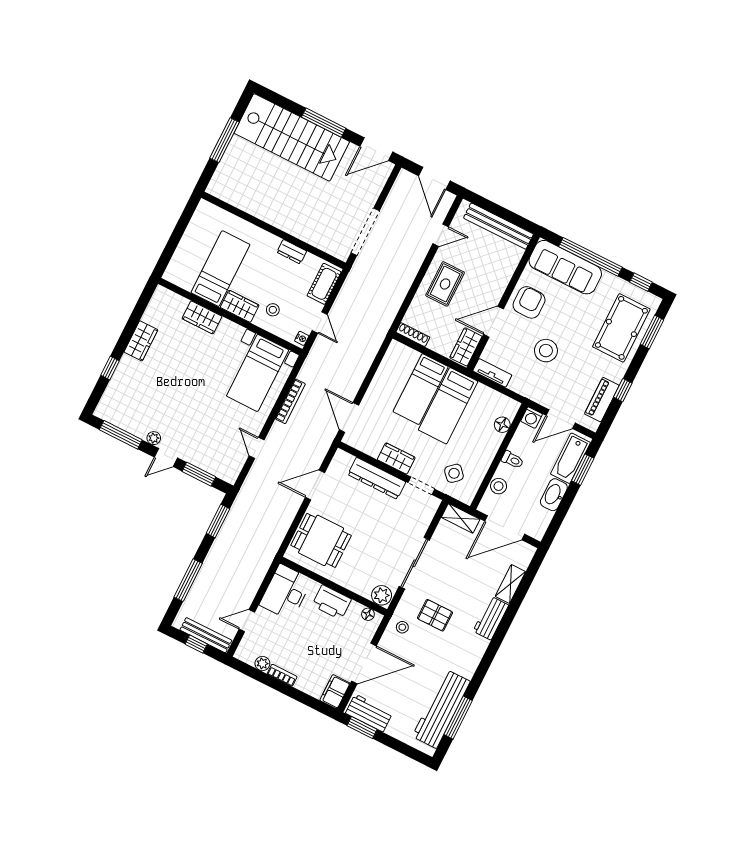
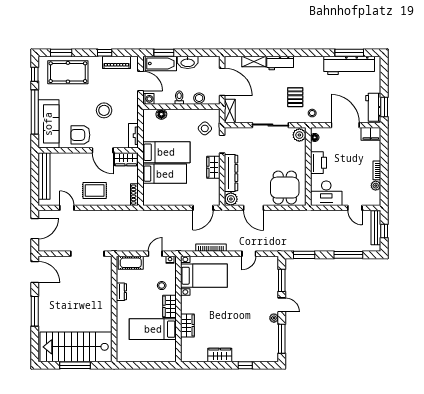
stairs: (292, 137) -> (76, 347), moved, turned -90
plant: (342, 461) -> (231, 199), added

